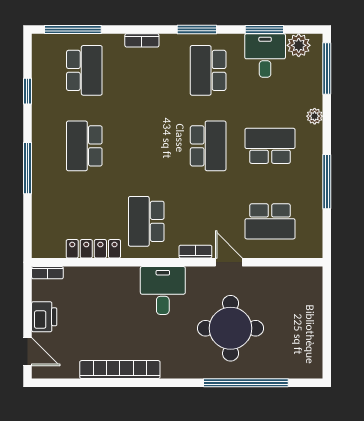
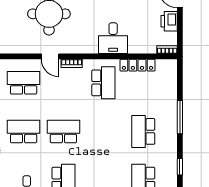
school desk: (84, 146) -> (143, 131), turned 180
school desk: (208, 146) -> (63, 131), turned 90
school desk: (270, 146) -> (24, 131), turned 180
desk: (163, 290) -> (113, 38), moved

